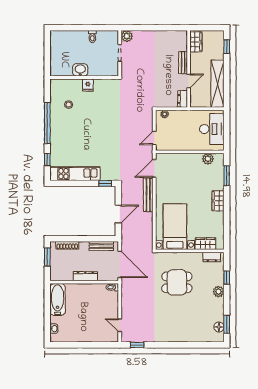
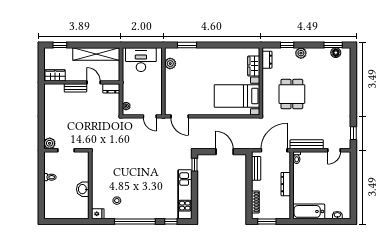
fridge: (88, 85) -> (98, 214), moved
bench: (148, 195) -> (307, 144), moved
wardrobe: (218, 201) -> (212, 54), removed

